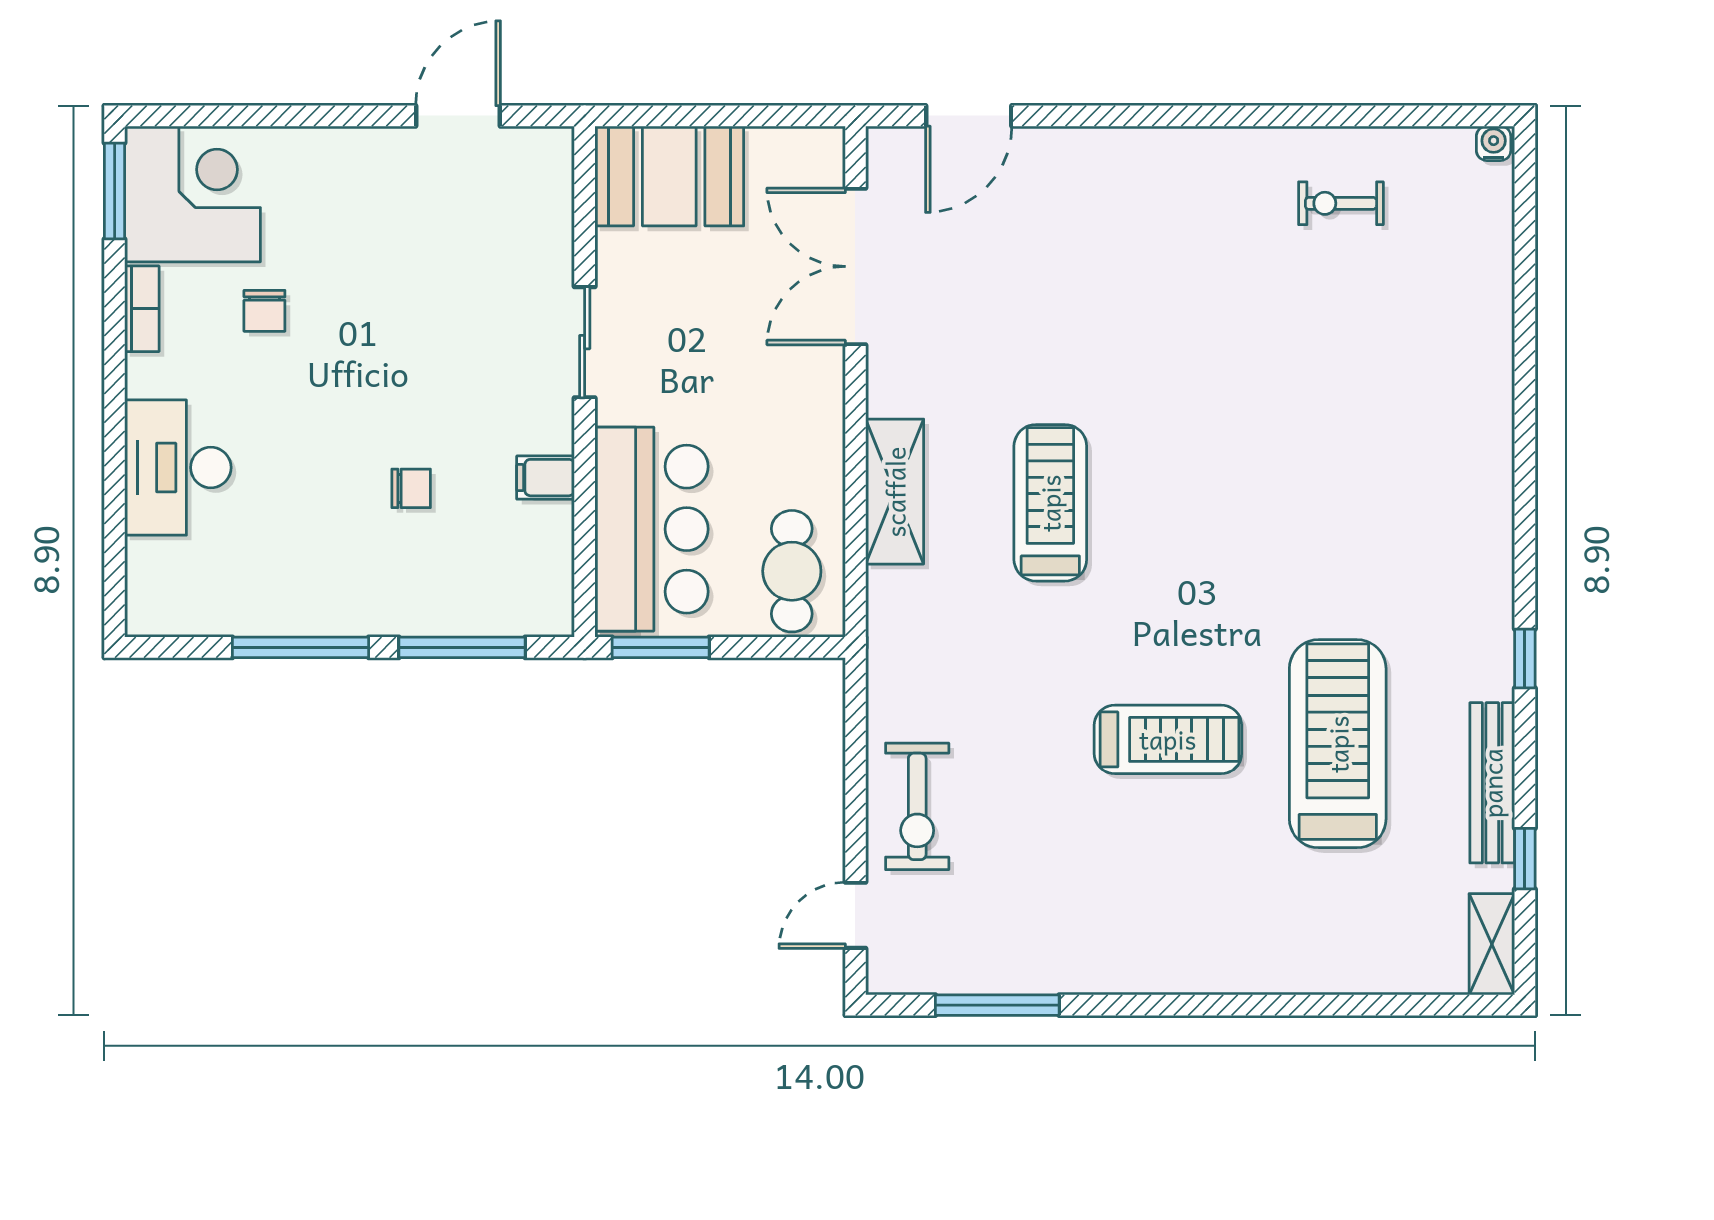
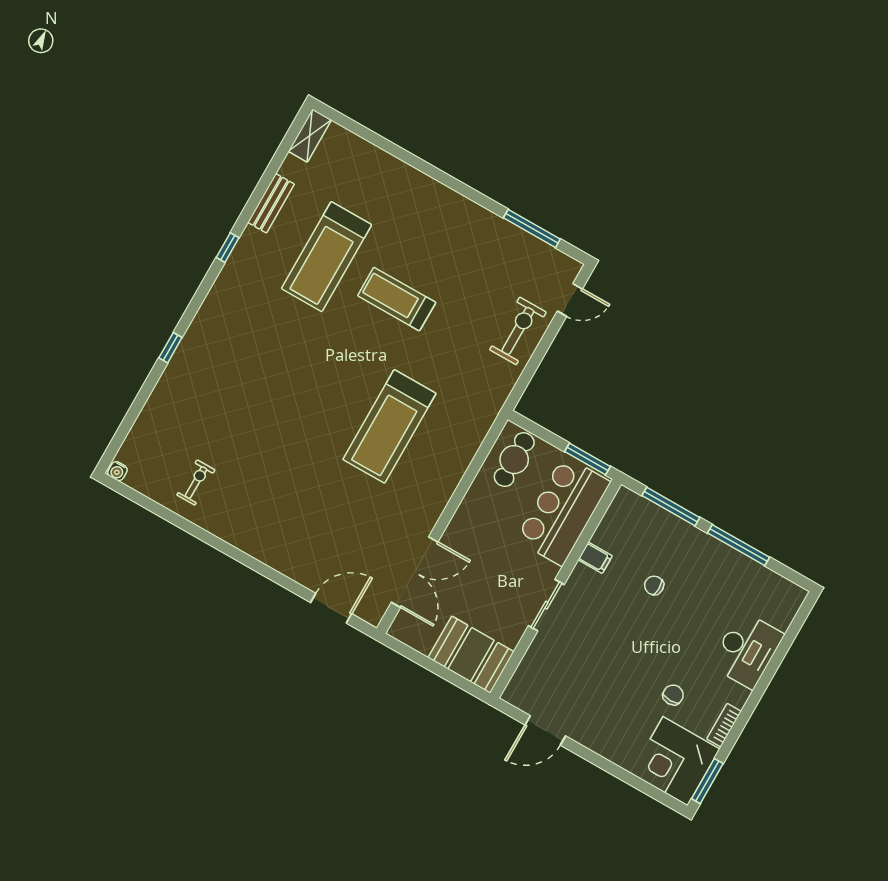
exercise bike: (1341, 203) -> (196, 483), turned -90
shelving: (895, 492) -> (452, 468), removed
treadmill: (1050, 503) -> (389, 426), width x1.37, depth x1.38
bench: (1492, 783) -> (271, 203), width x0.73
window: (1525, 859) -> (170, 348), moved

